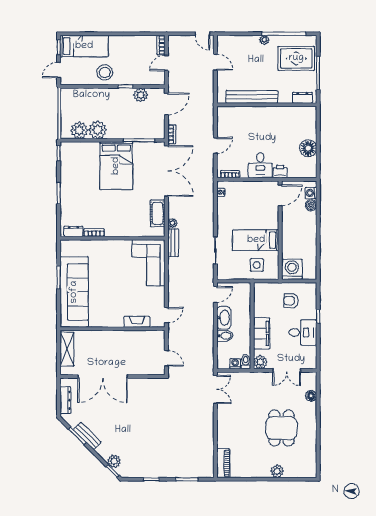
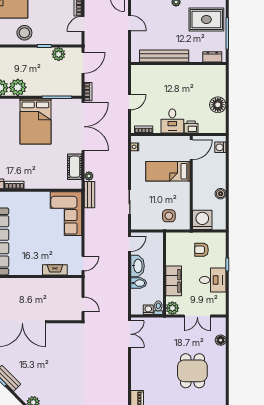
boiler: (311, 205) -> (221, 194), moved
bed: (256, 240) -> (168, 171), moved

